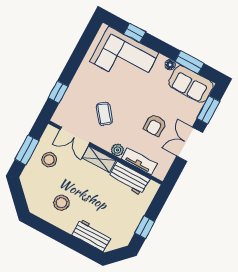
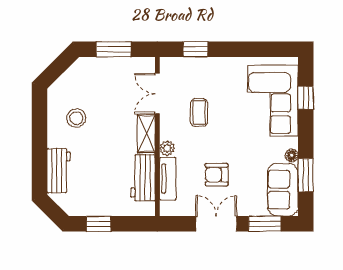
coffee table: (104, 114) -> (199, 112), turned -52
stool: (49, 160) -> (116, 79), removed

